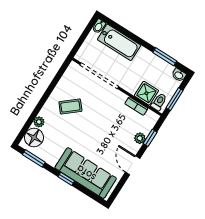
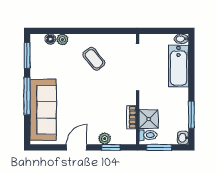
floor lamp: (34, 137) -> (50, 39), width x0.53, depth x0.53
window: (66, 179) -> (27, 96), width x2.17

